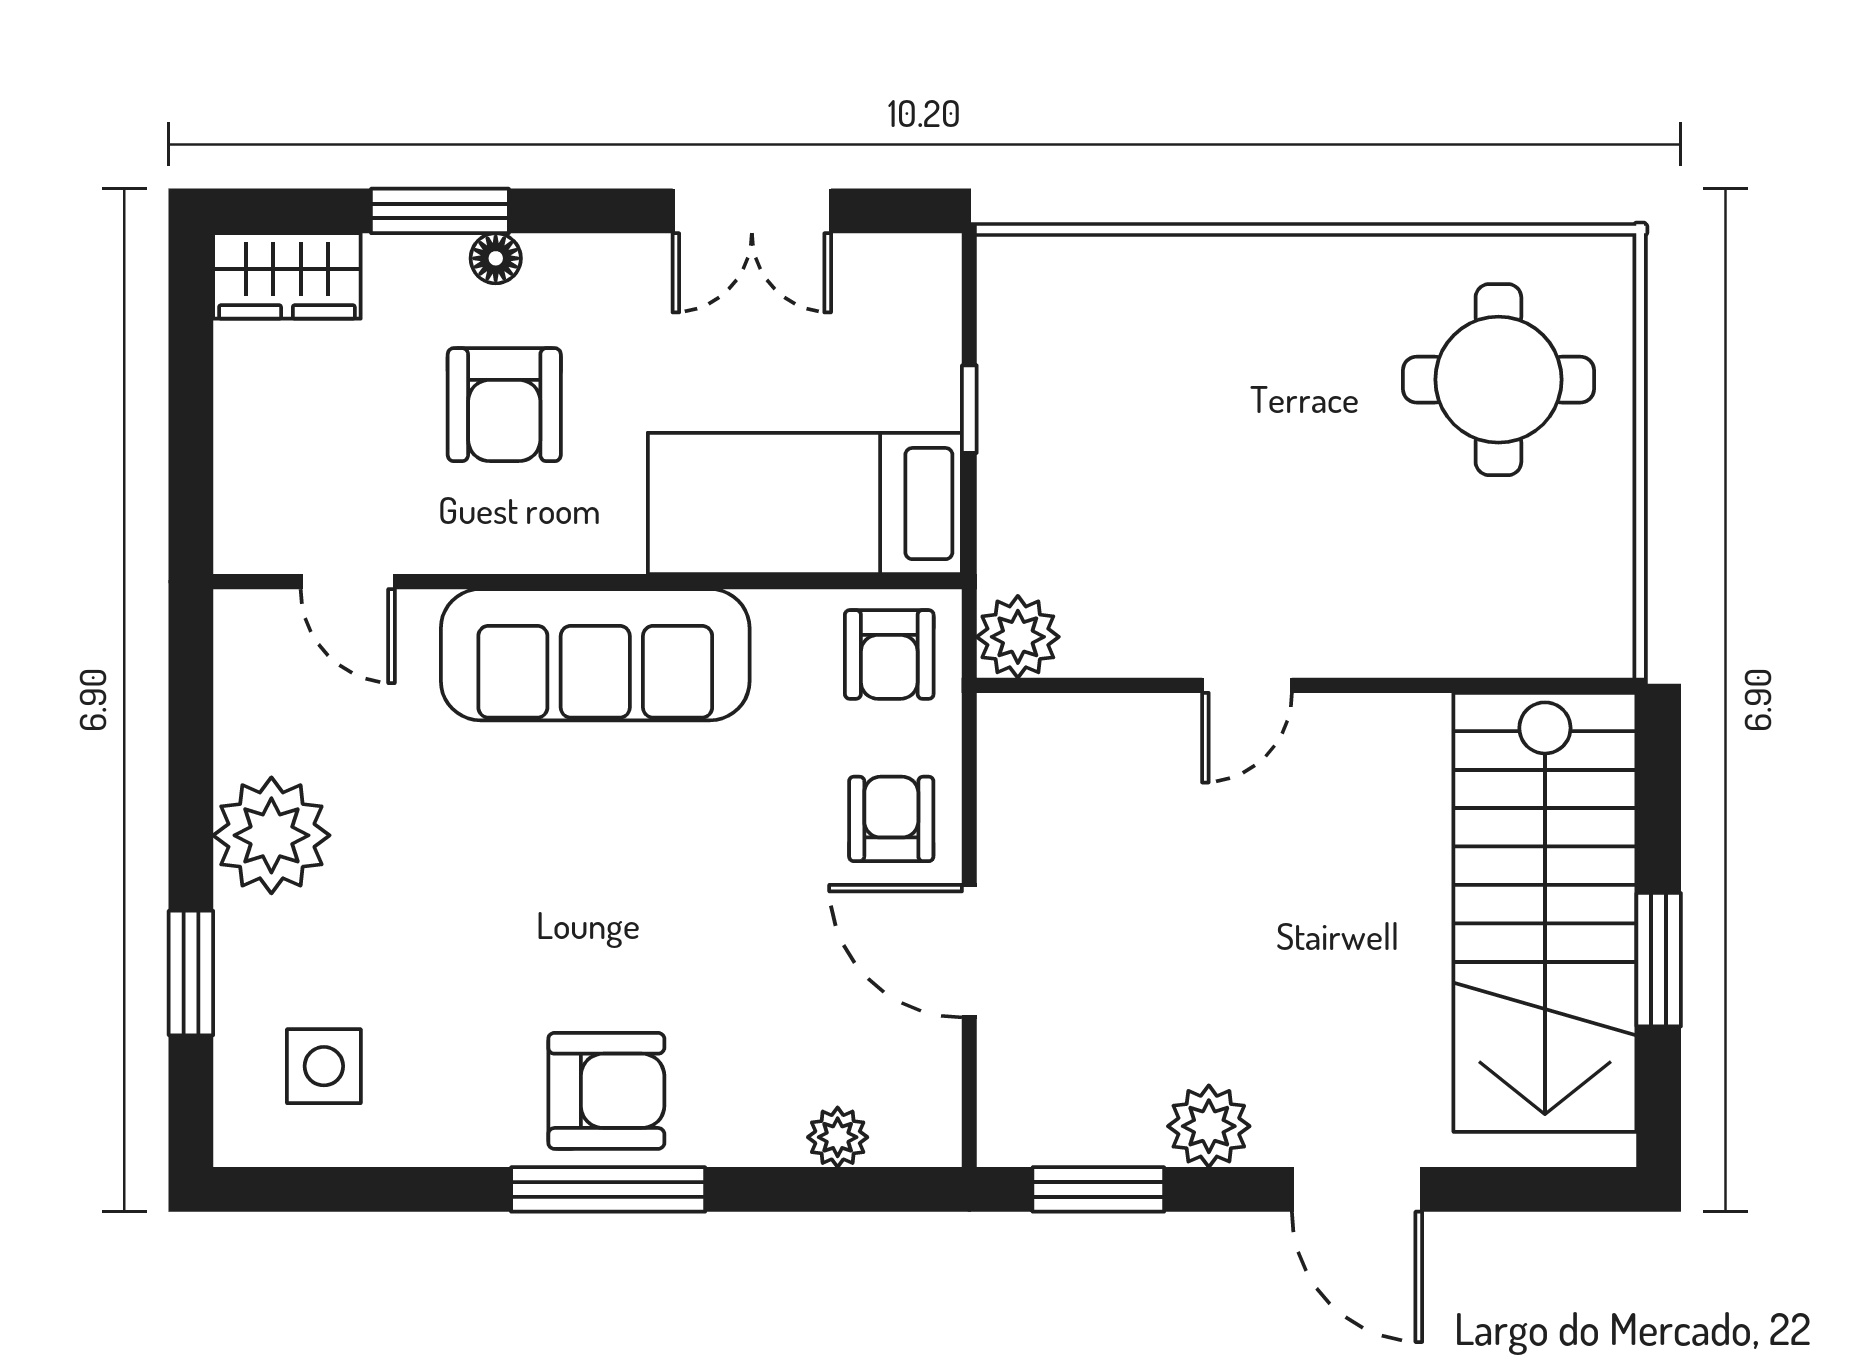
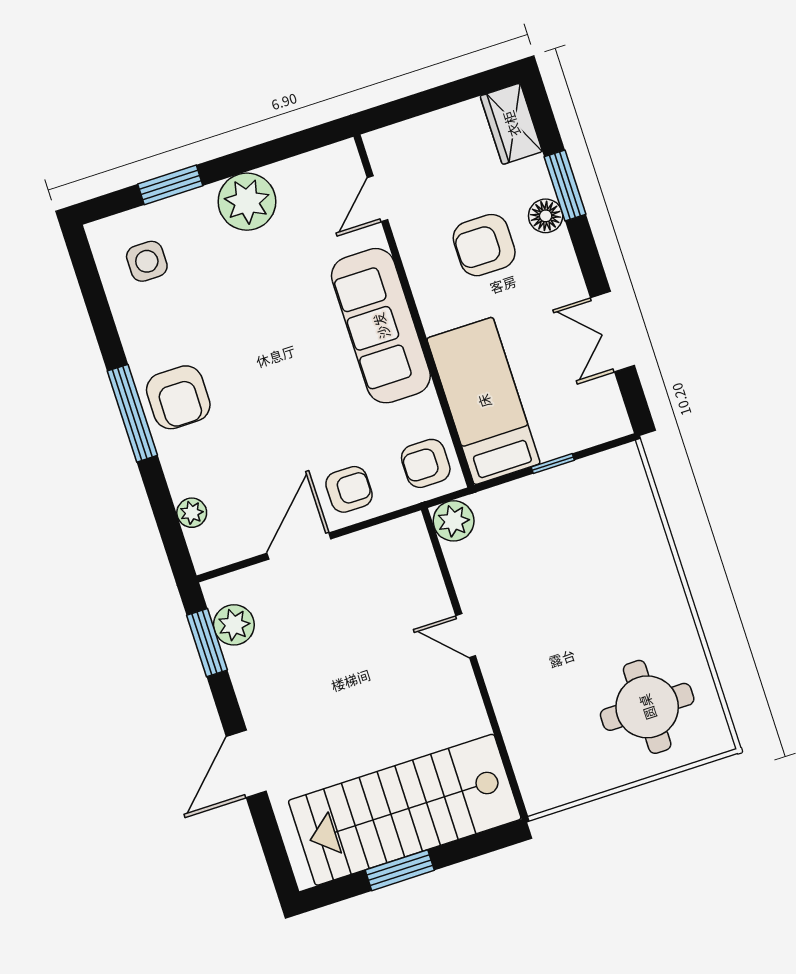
floor lamp: (496, 258) -> (546, 216), width x1.37, depth x1.37
plant: (1209, 1126) -> (234, 625), moved

